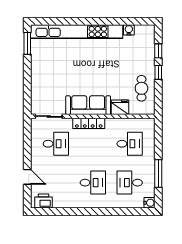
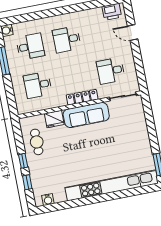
water cooler: (129, 30) -> (48, 200), moved

